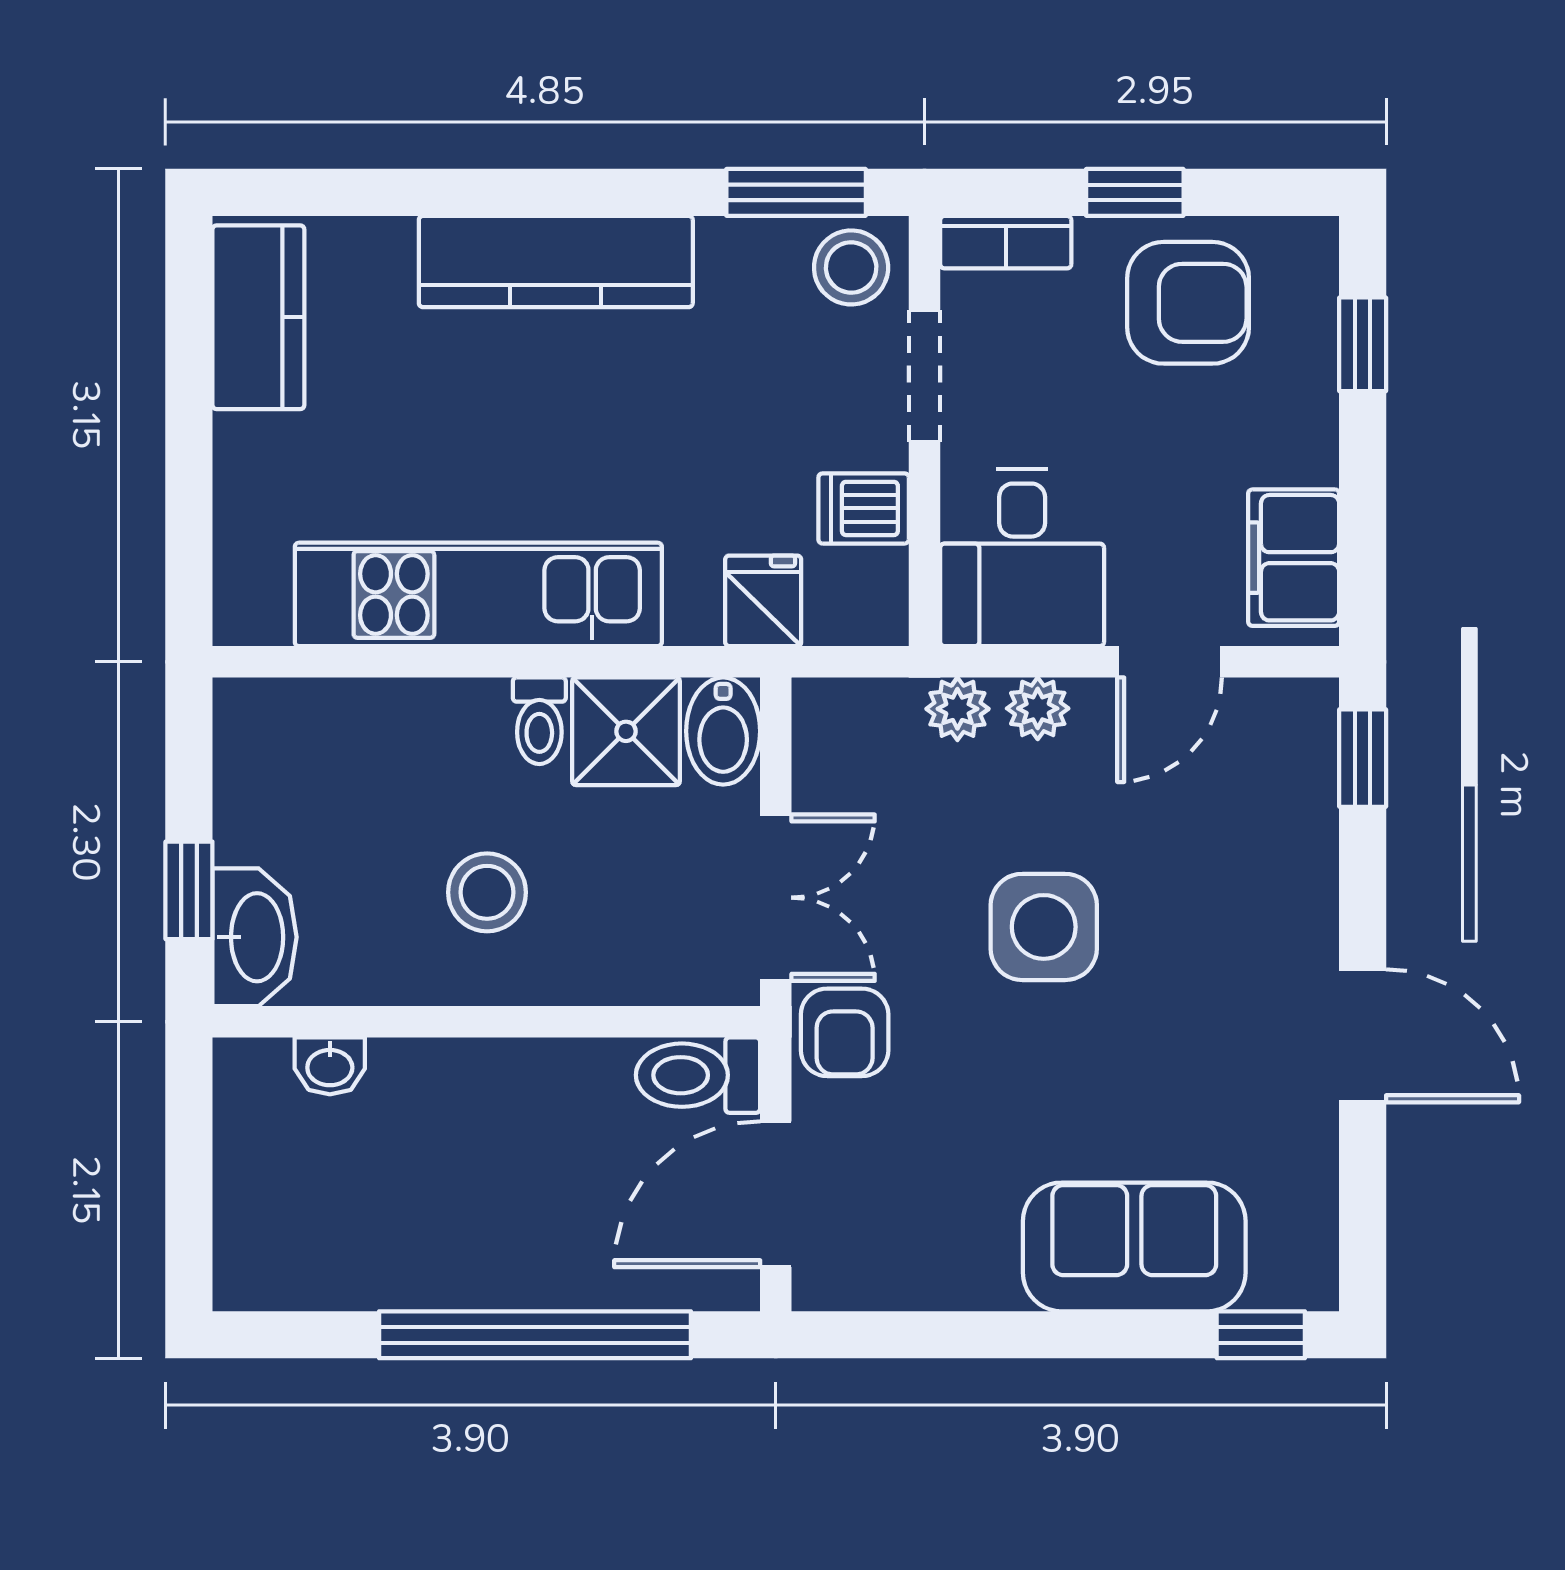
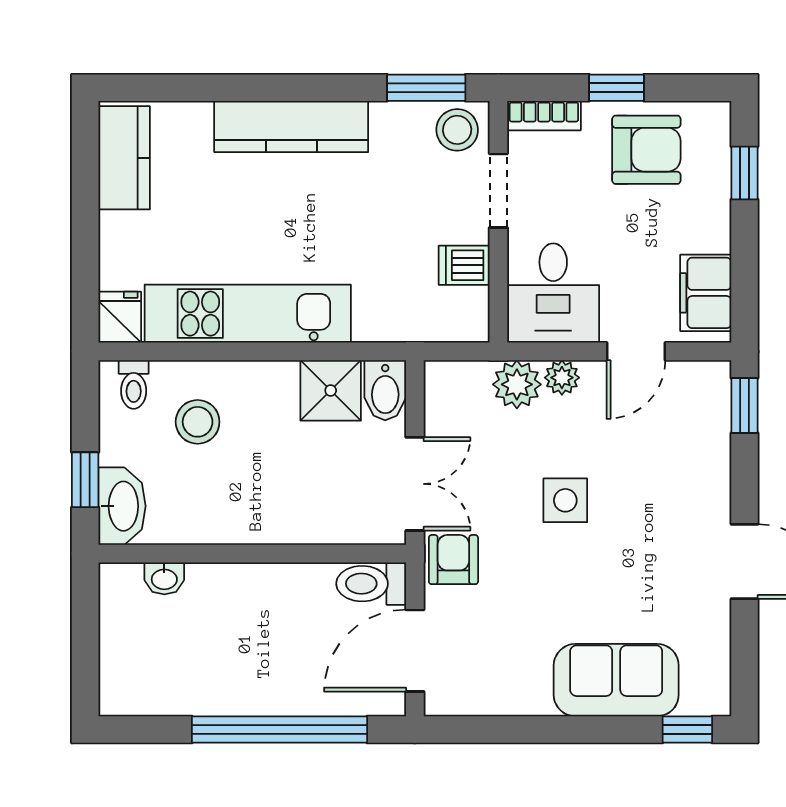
fridge: (763, 601) -> (120, 317), moved
plant: (957, 709) -> (517, 384), width x1.38, depth x1.38
toilet: (539, 721) -> (134, 385), moved
stool: (487, 892) -> (198, 422), moved
side table: (1044, 927) -> (565, 500), width x0.73, depth x0.73
armchair: (845, 1032) -> (453, 560), turned 180

